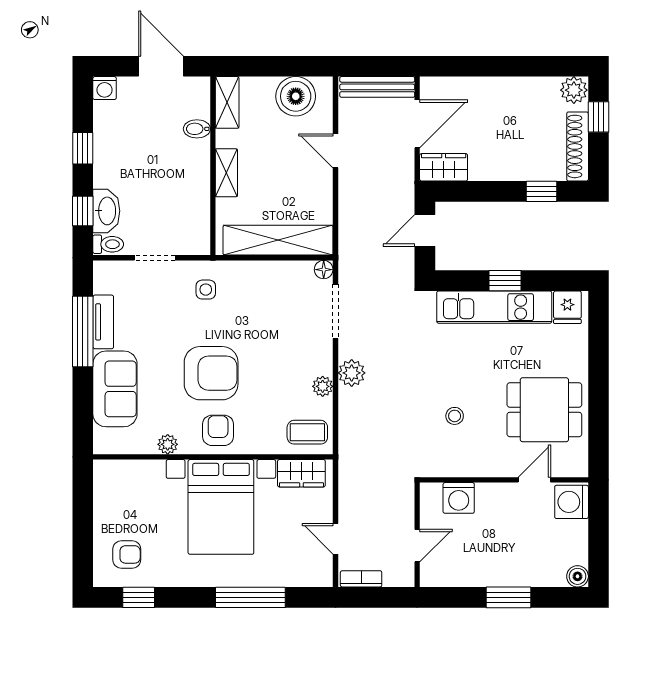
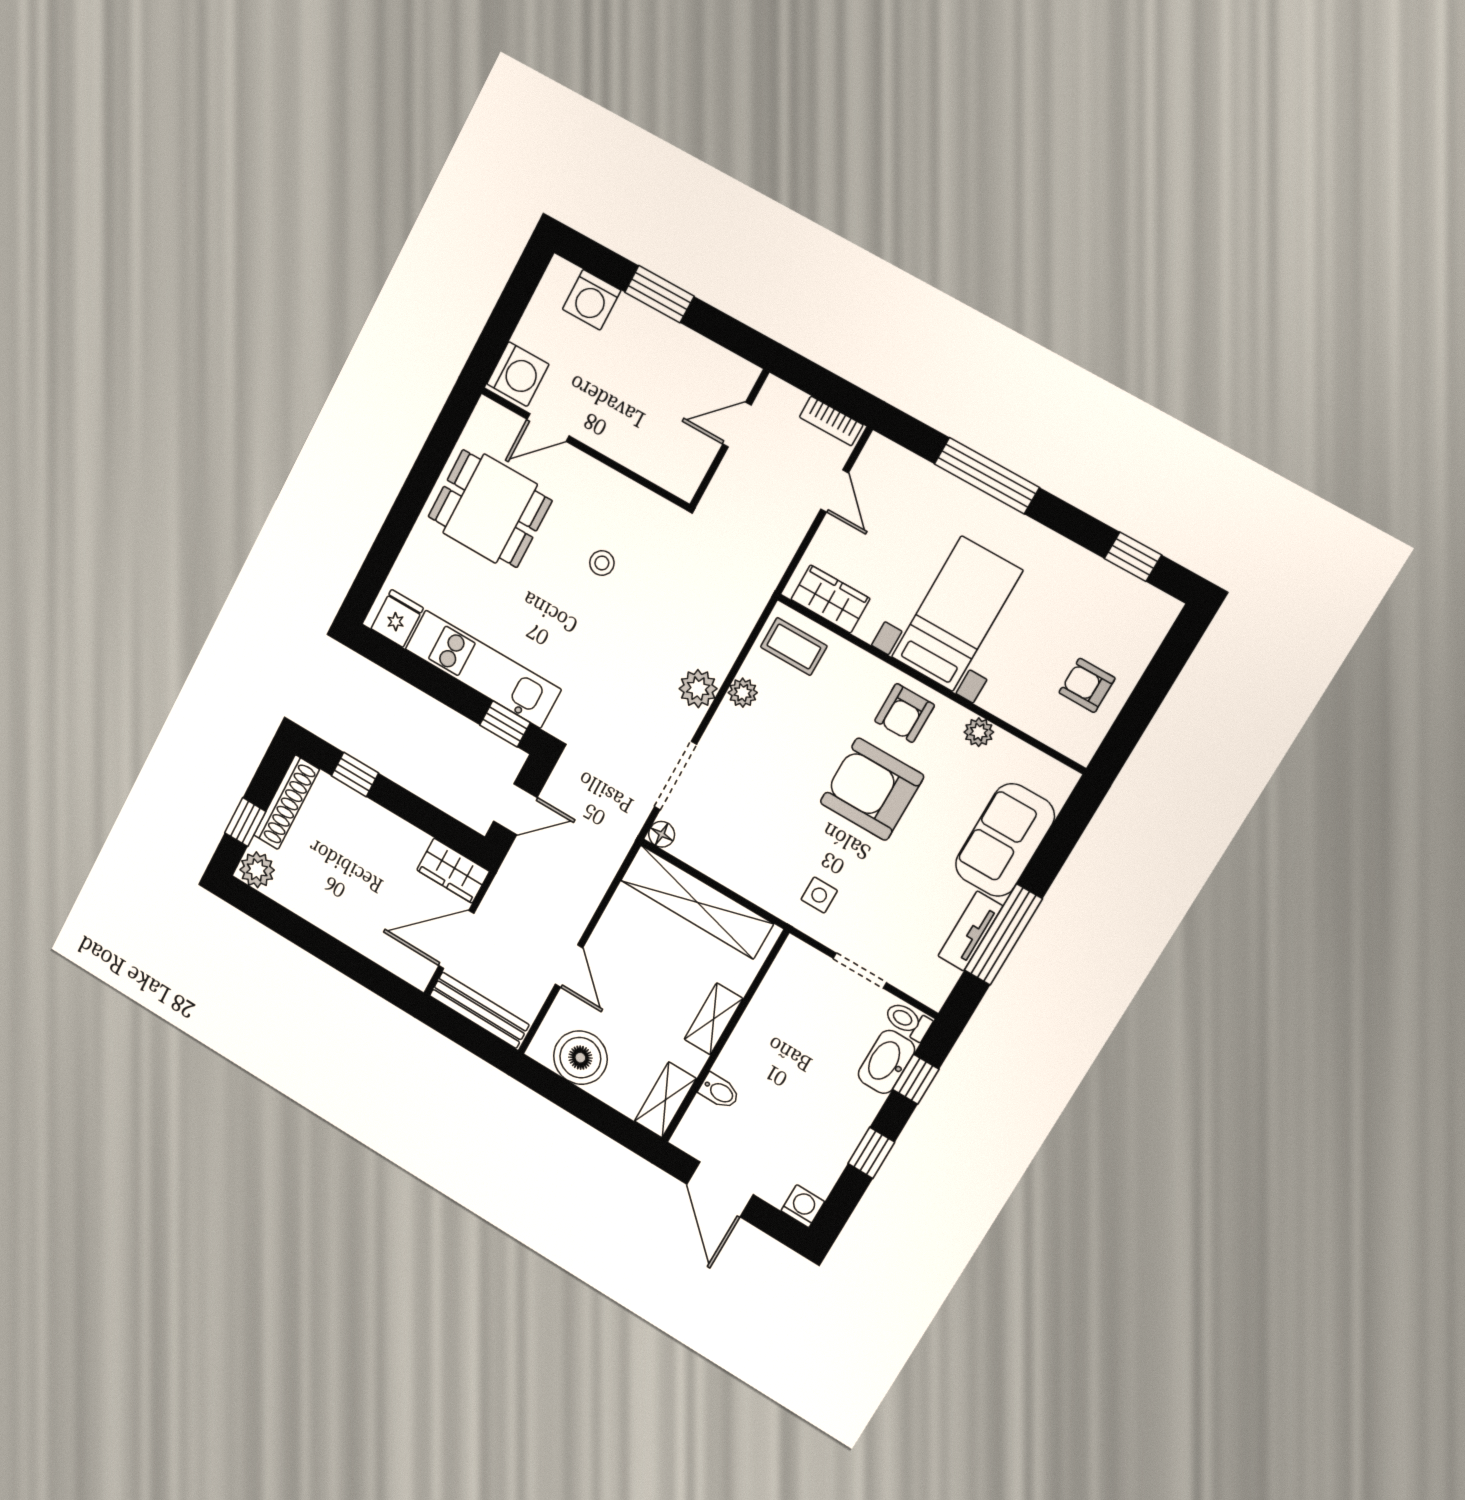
window: (505, 281) -> (505, 724), moved
washing machine: (459, 498) -> (592, 300), moved, turned 180
bed with nightstands: (221, 507) -> (957, 614), width x0.73
armchair: (127, 554) -> (1087, 685), moved
boiler: (578, 576) -> (560, 274), removed

